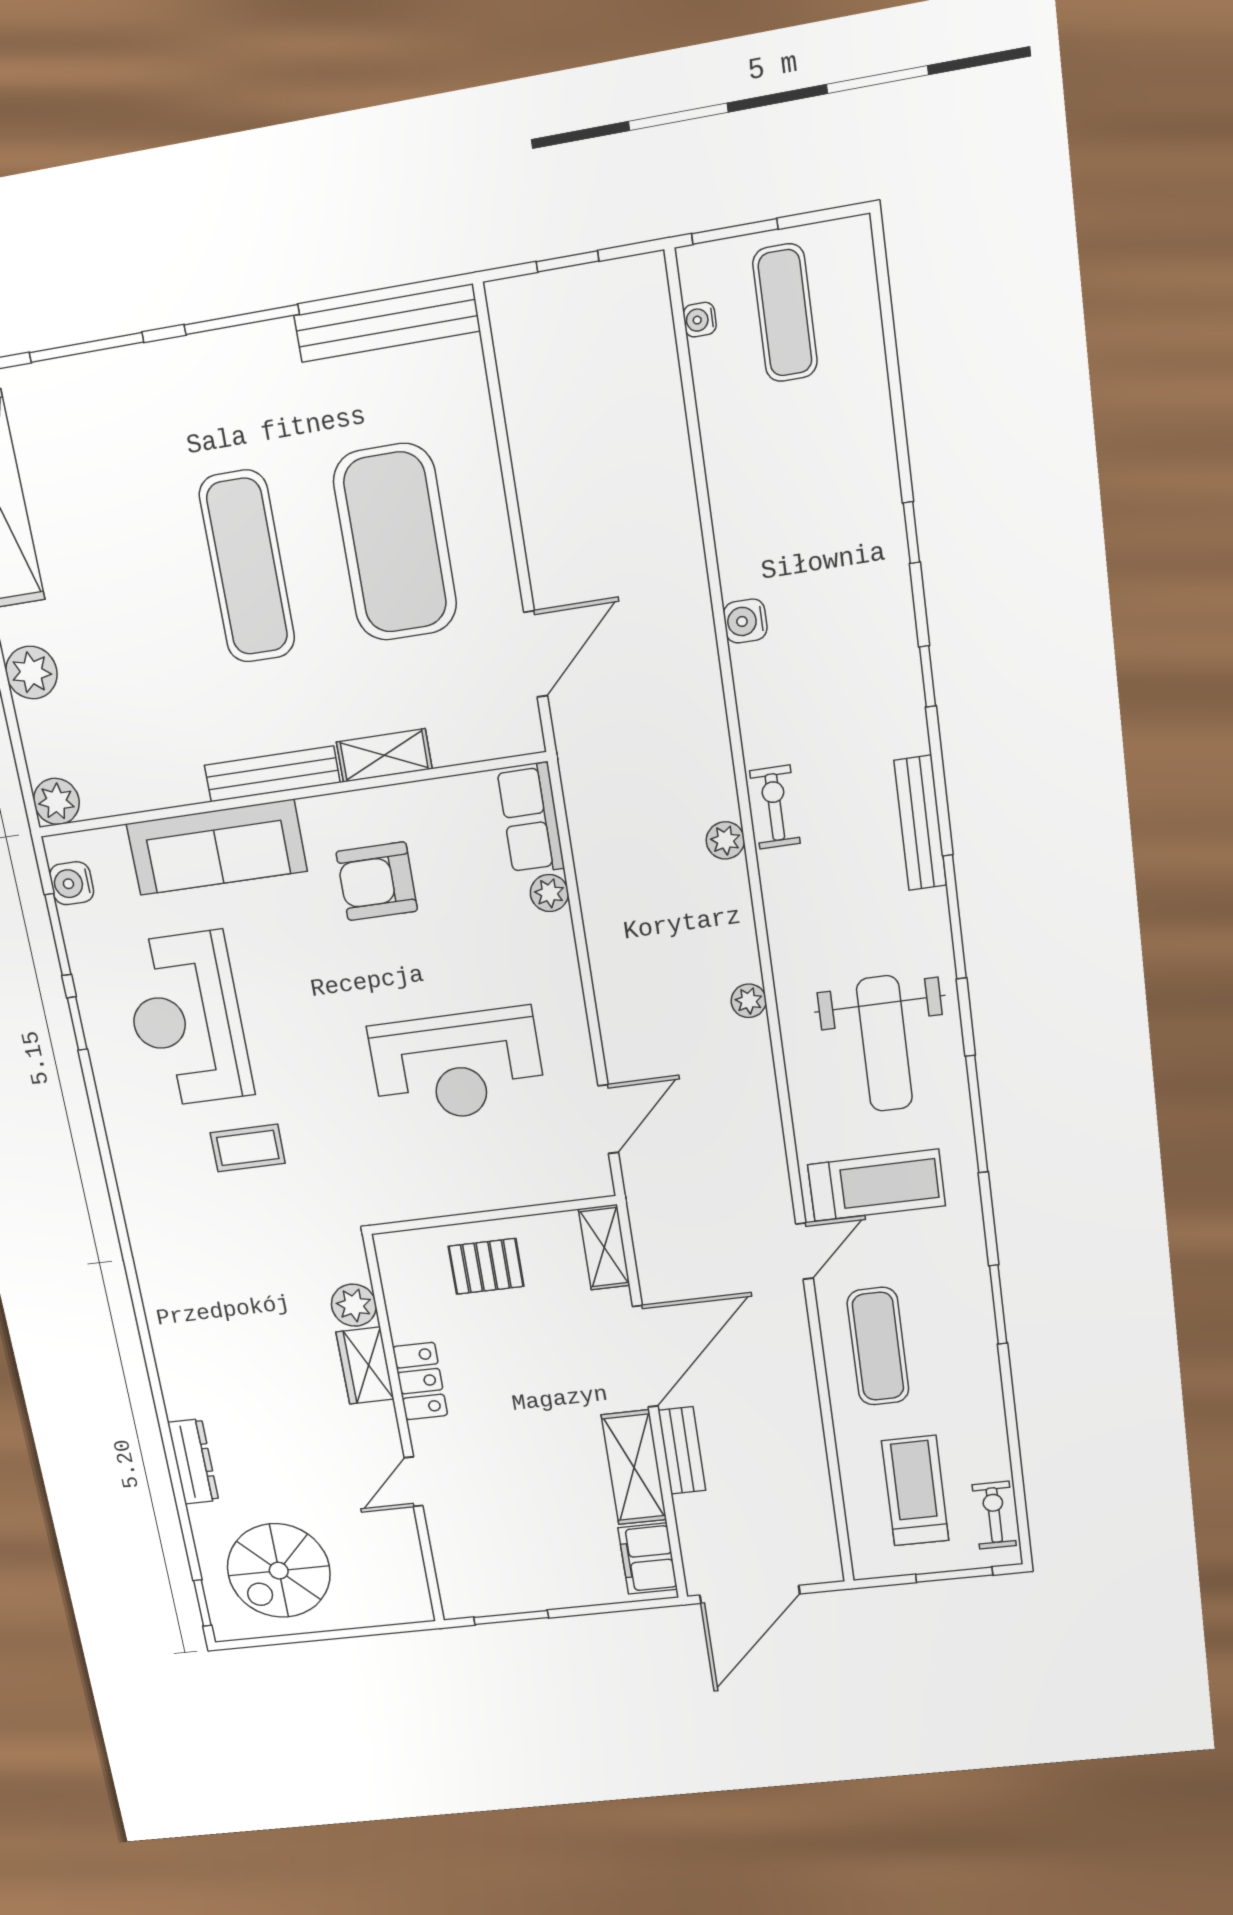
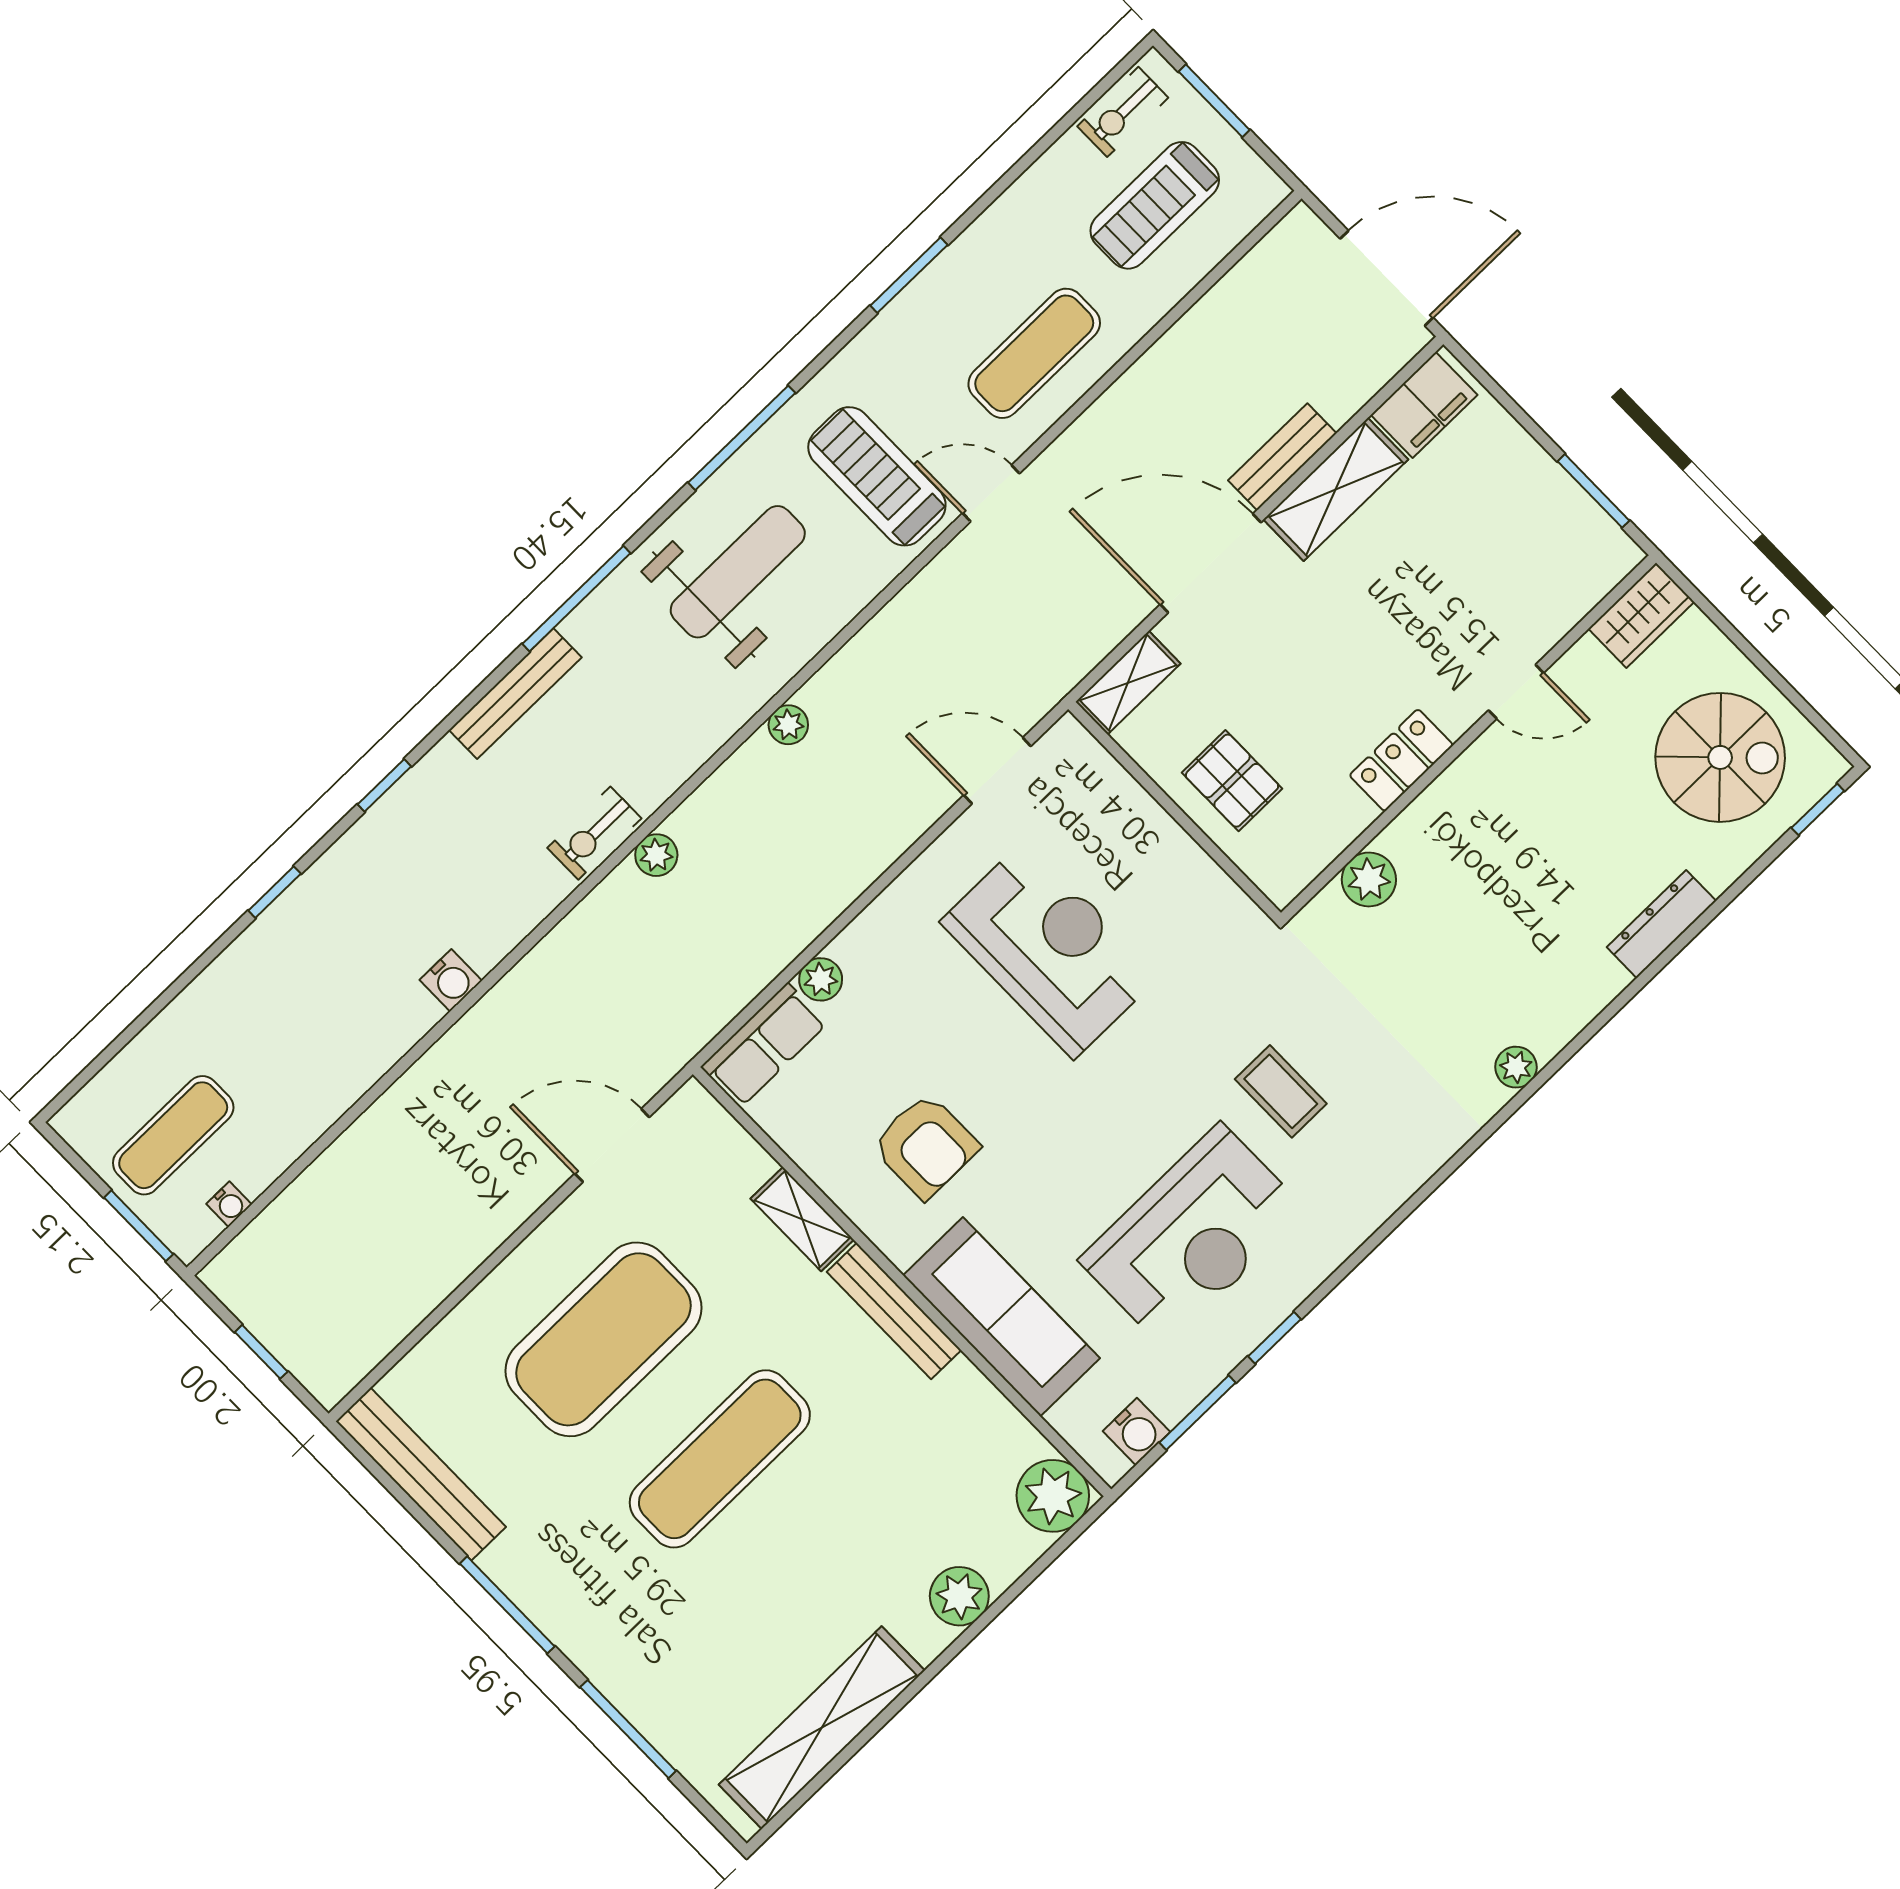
plant: (56, 801) -> (1053, 1496), width x1.36, depth x1.36
plant: (160, 1308) -> (1516, 1067), added
wardrobe: (365, 1366) -> (1641, 615), moved

